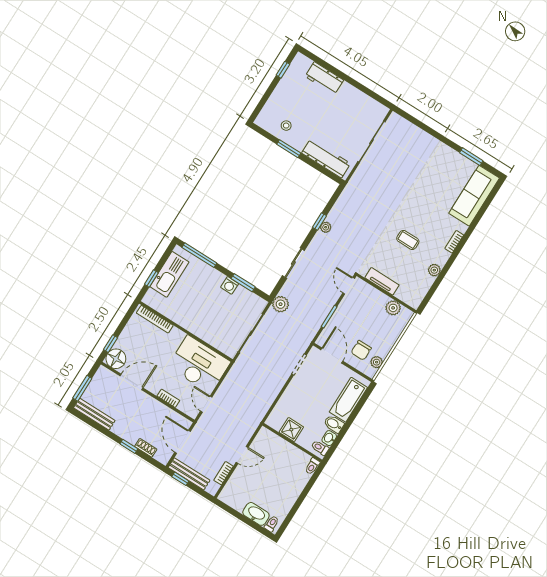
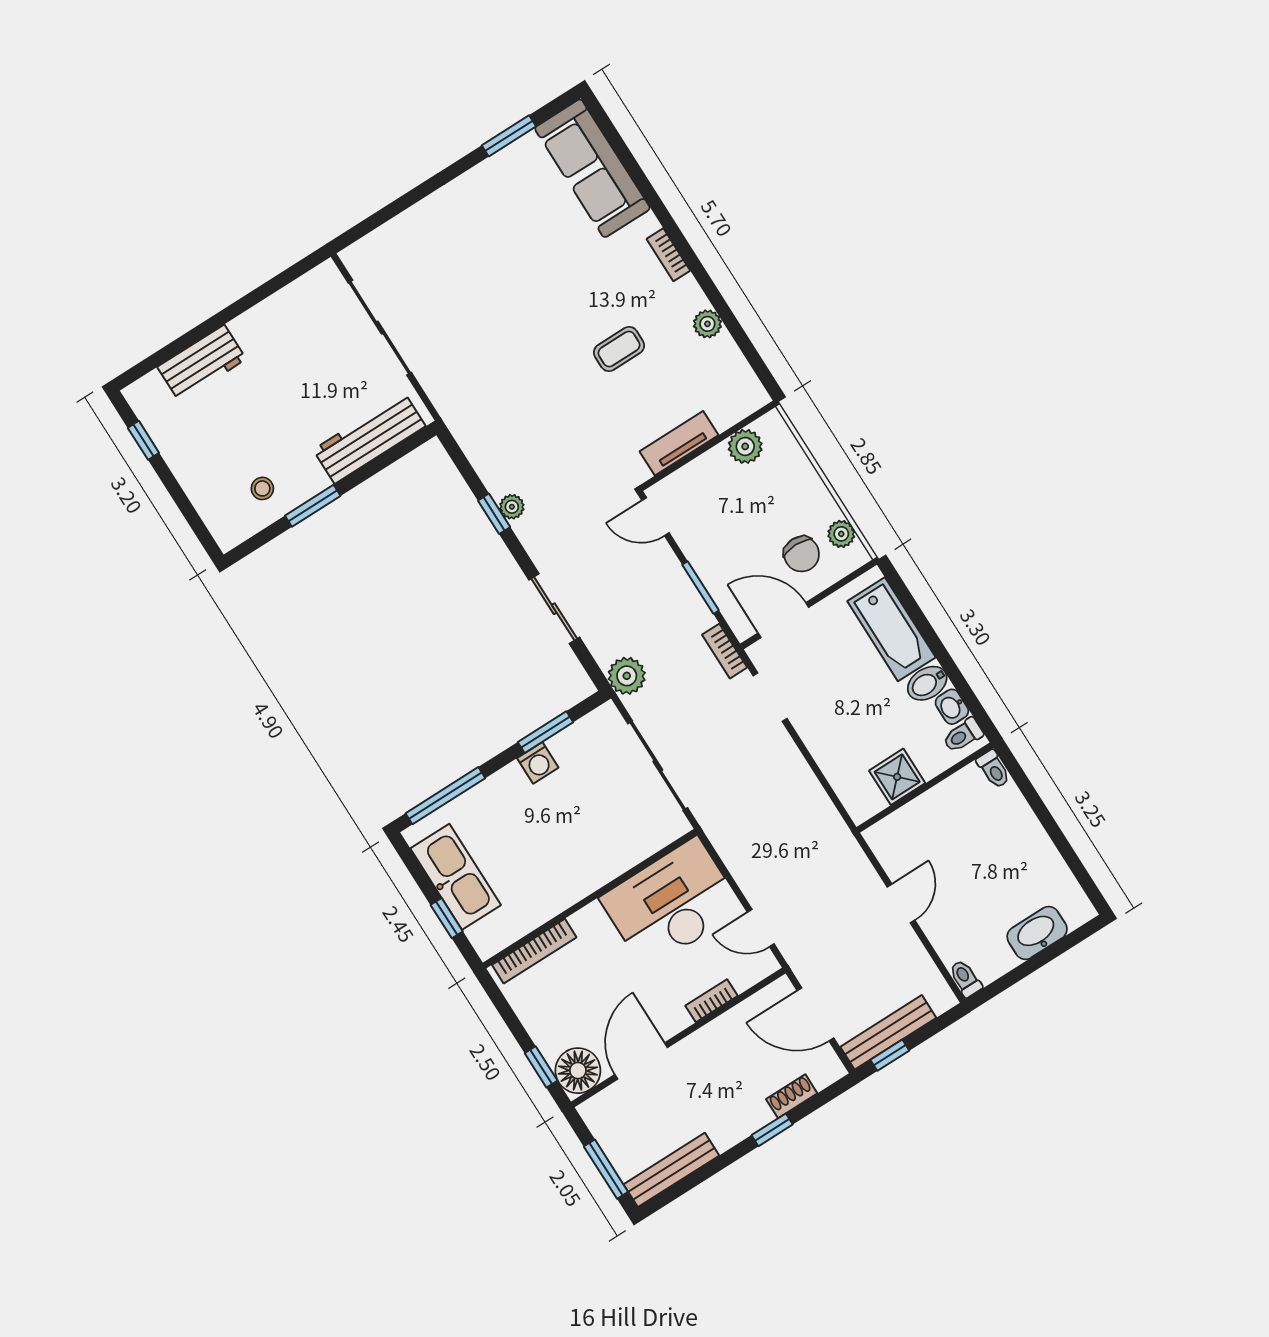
bookcase: (224, 473) -> (725, 651), moved
toilet: (272, 524) -> (965, 979), moved

